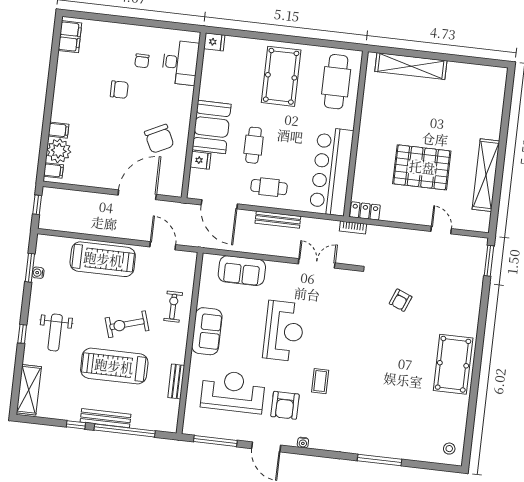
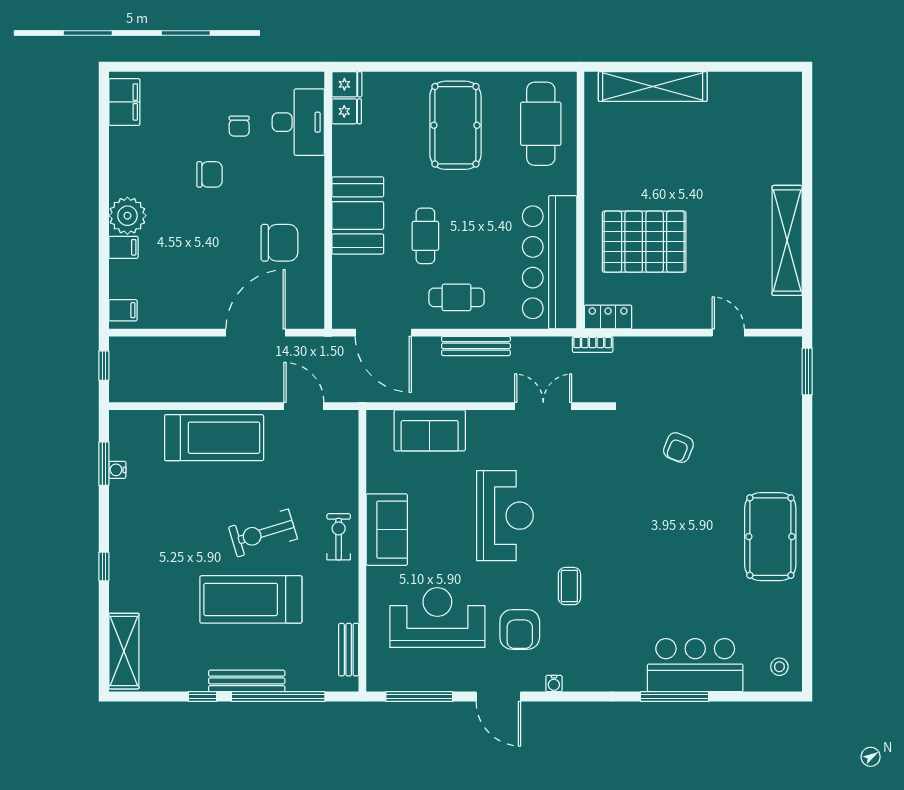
chair: (159, 139) -> (279, 243), turned -64
plant: (59, 151) -> (127, 216), moved
fridge: (200, 160) -> (347, 111), moved
pallet: (422, 167) -> (644, 242), moved
exercise bike: (173, 307) -> (339, 537), moved
weight bench: (55, 332) -> (154, 559), removed
bench: (176, 381) -> (349, 650), moved
bar counter: (395, 441) -> (695, 665), added

